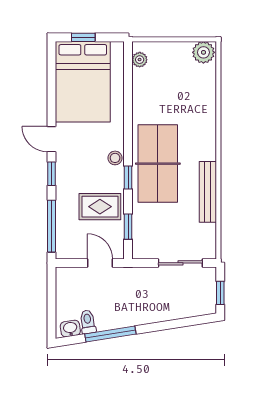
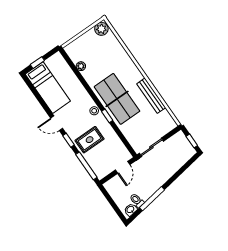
plant: (140, 60) -> (81, 66), moved
bed: (83, 82) -> (48, 88), width x0.67
rug: (100, 207) -> (90, 140), moved
window: (128, 227) -> (124, 140), removed
door: (100, 263) -> (123, 167), swing flipped
sliding door: (180, 263) -> (151, 147), moved

